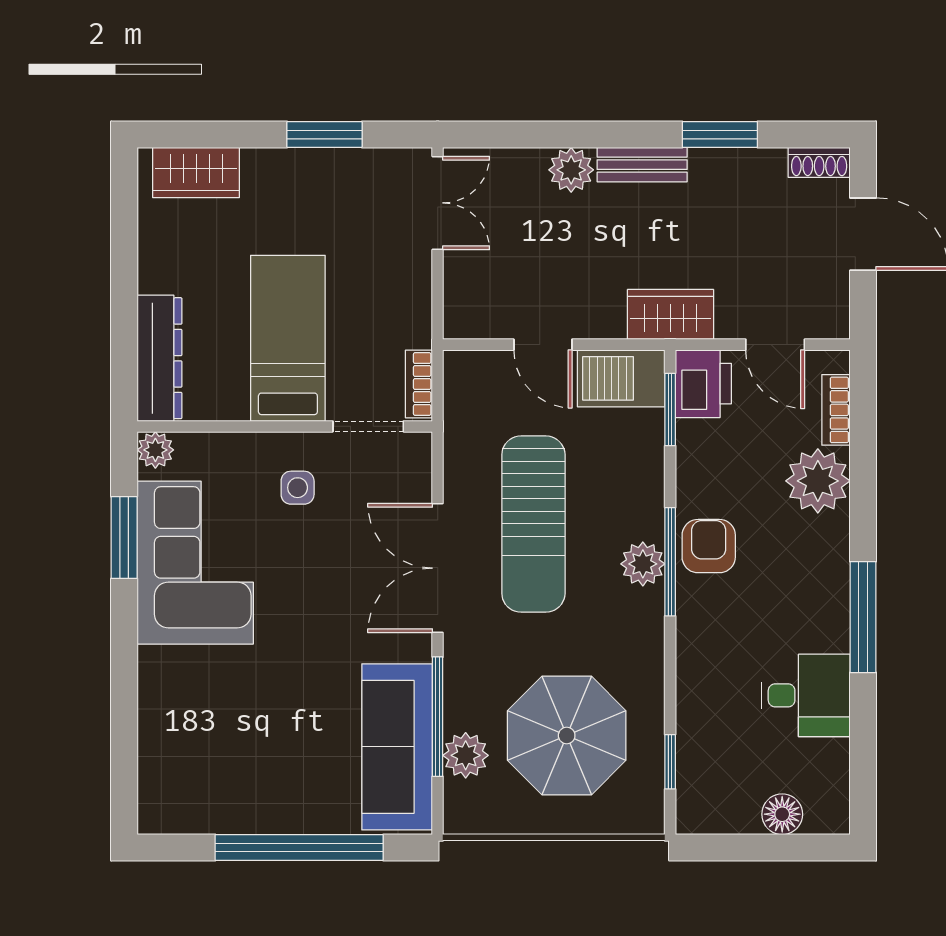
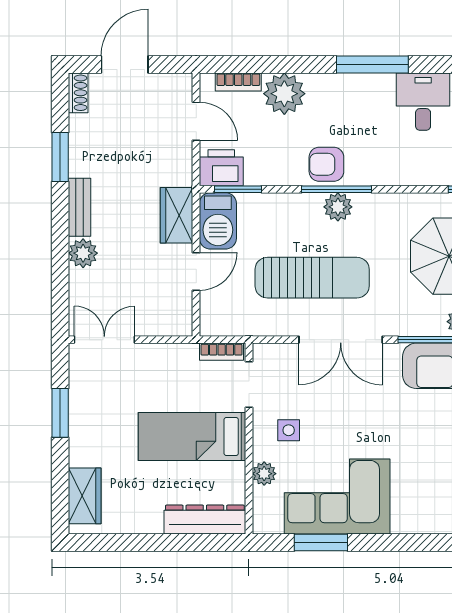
wardrobe: (670, 314) -> (177, 215), moved
door: (775, 345) -> (196, 121), hinge flipped
plant: (155, 450) -> (264, 474), moved

